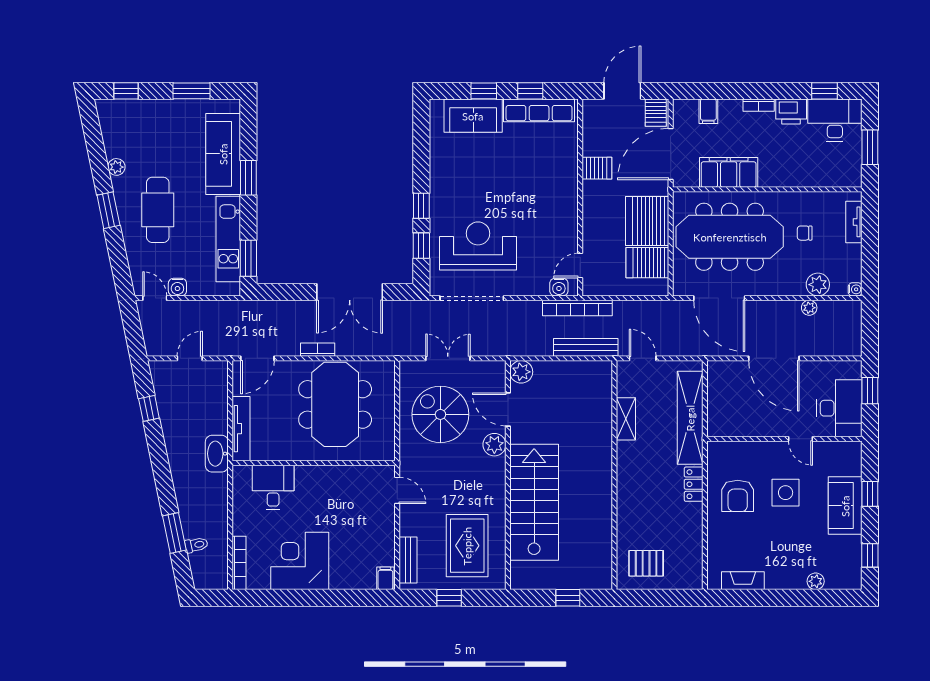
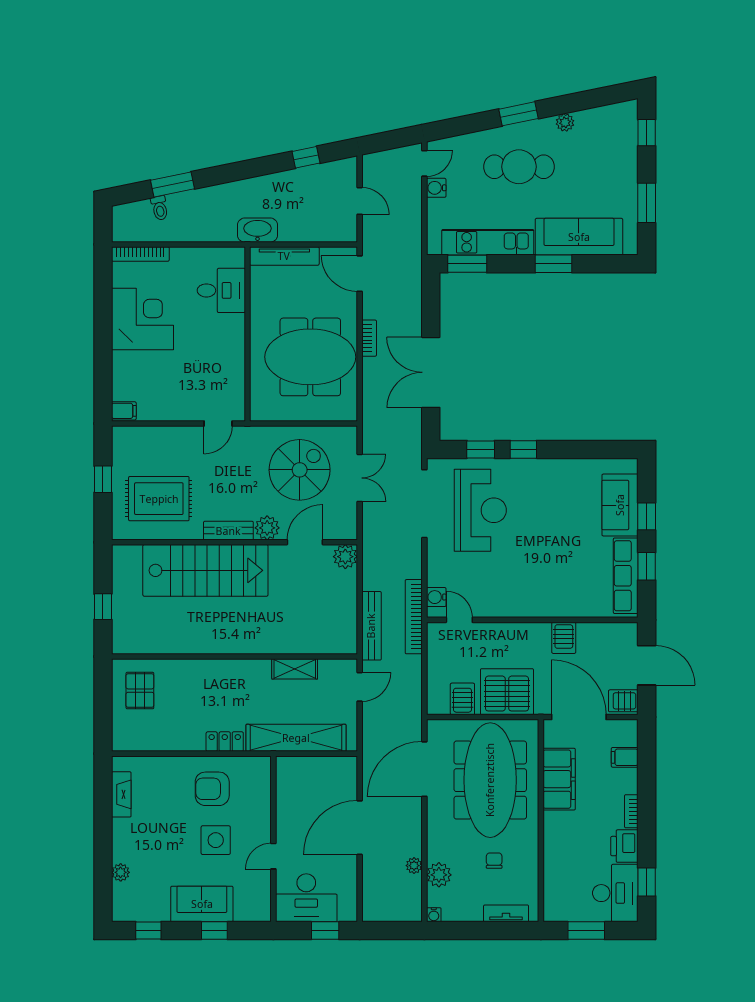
server rack: (647, 263) -> (462, 699), width x0.73, depth x0.70
bench: (408, 560) -> (228, 531), moved

